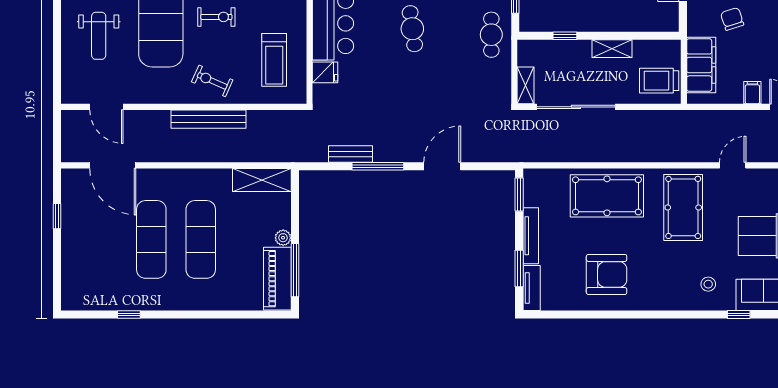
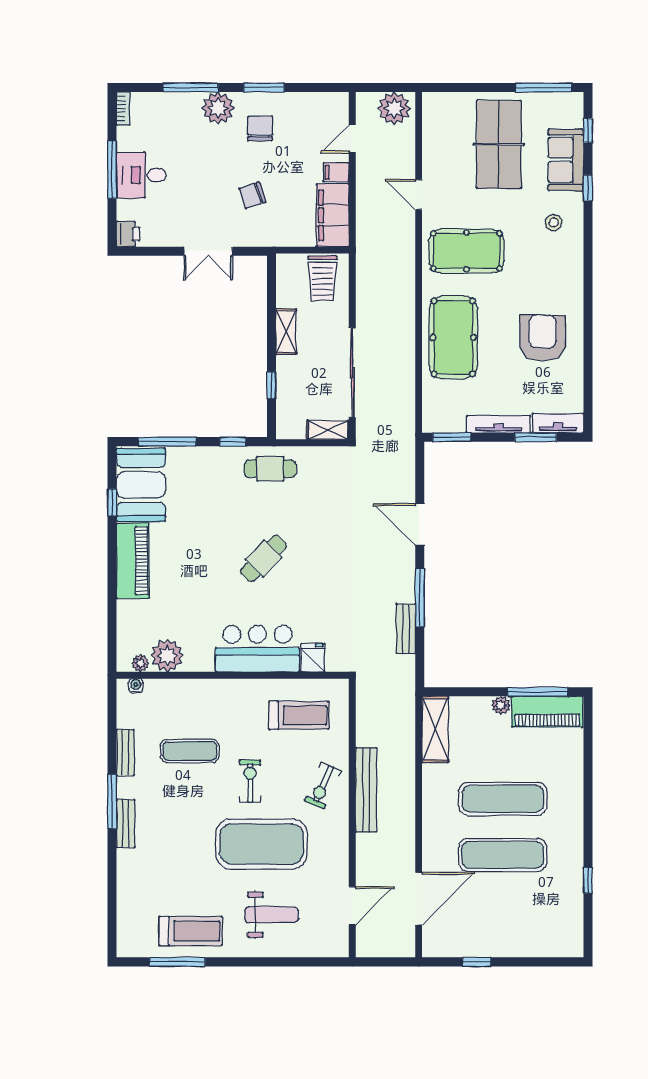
cafe table: (412, 29) -> (264, 558), turned -38
filing cabinet: (701, 65) -> (333, 215), moved, turned -90

